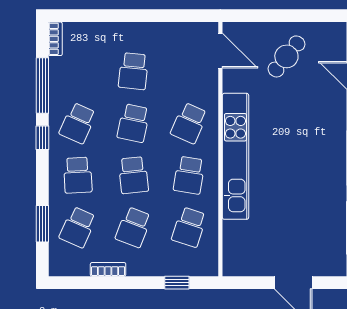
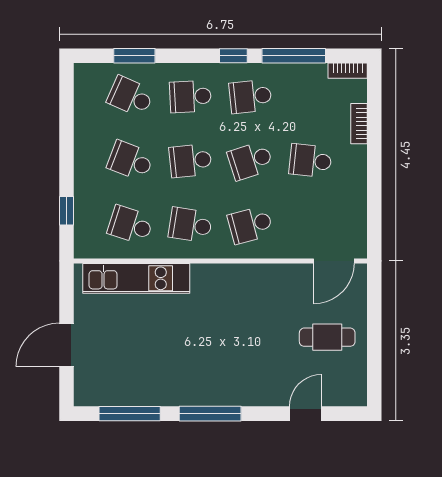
cafe table: (286, 56) -> (327, 337), turned -39
school desk: (78, 123) -> (250, 96), turned -30
school desk: (133, 123) -> (250, 161), turned -30
school desk: (189, 123) -> (250, 225), turned -39
kitchen unit: (235, 156) -> (136, 278), moved, width x0.73
bookcase: (108, 269) -> (359, 124), moved, turned 180

